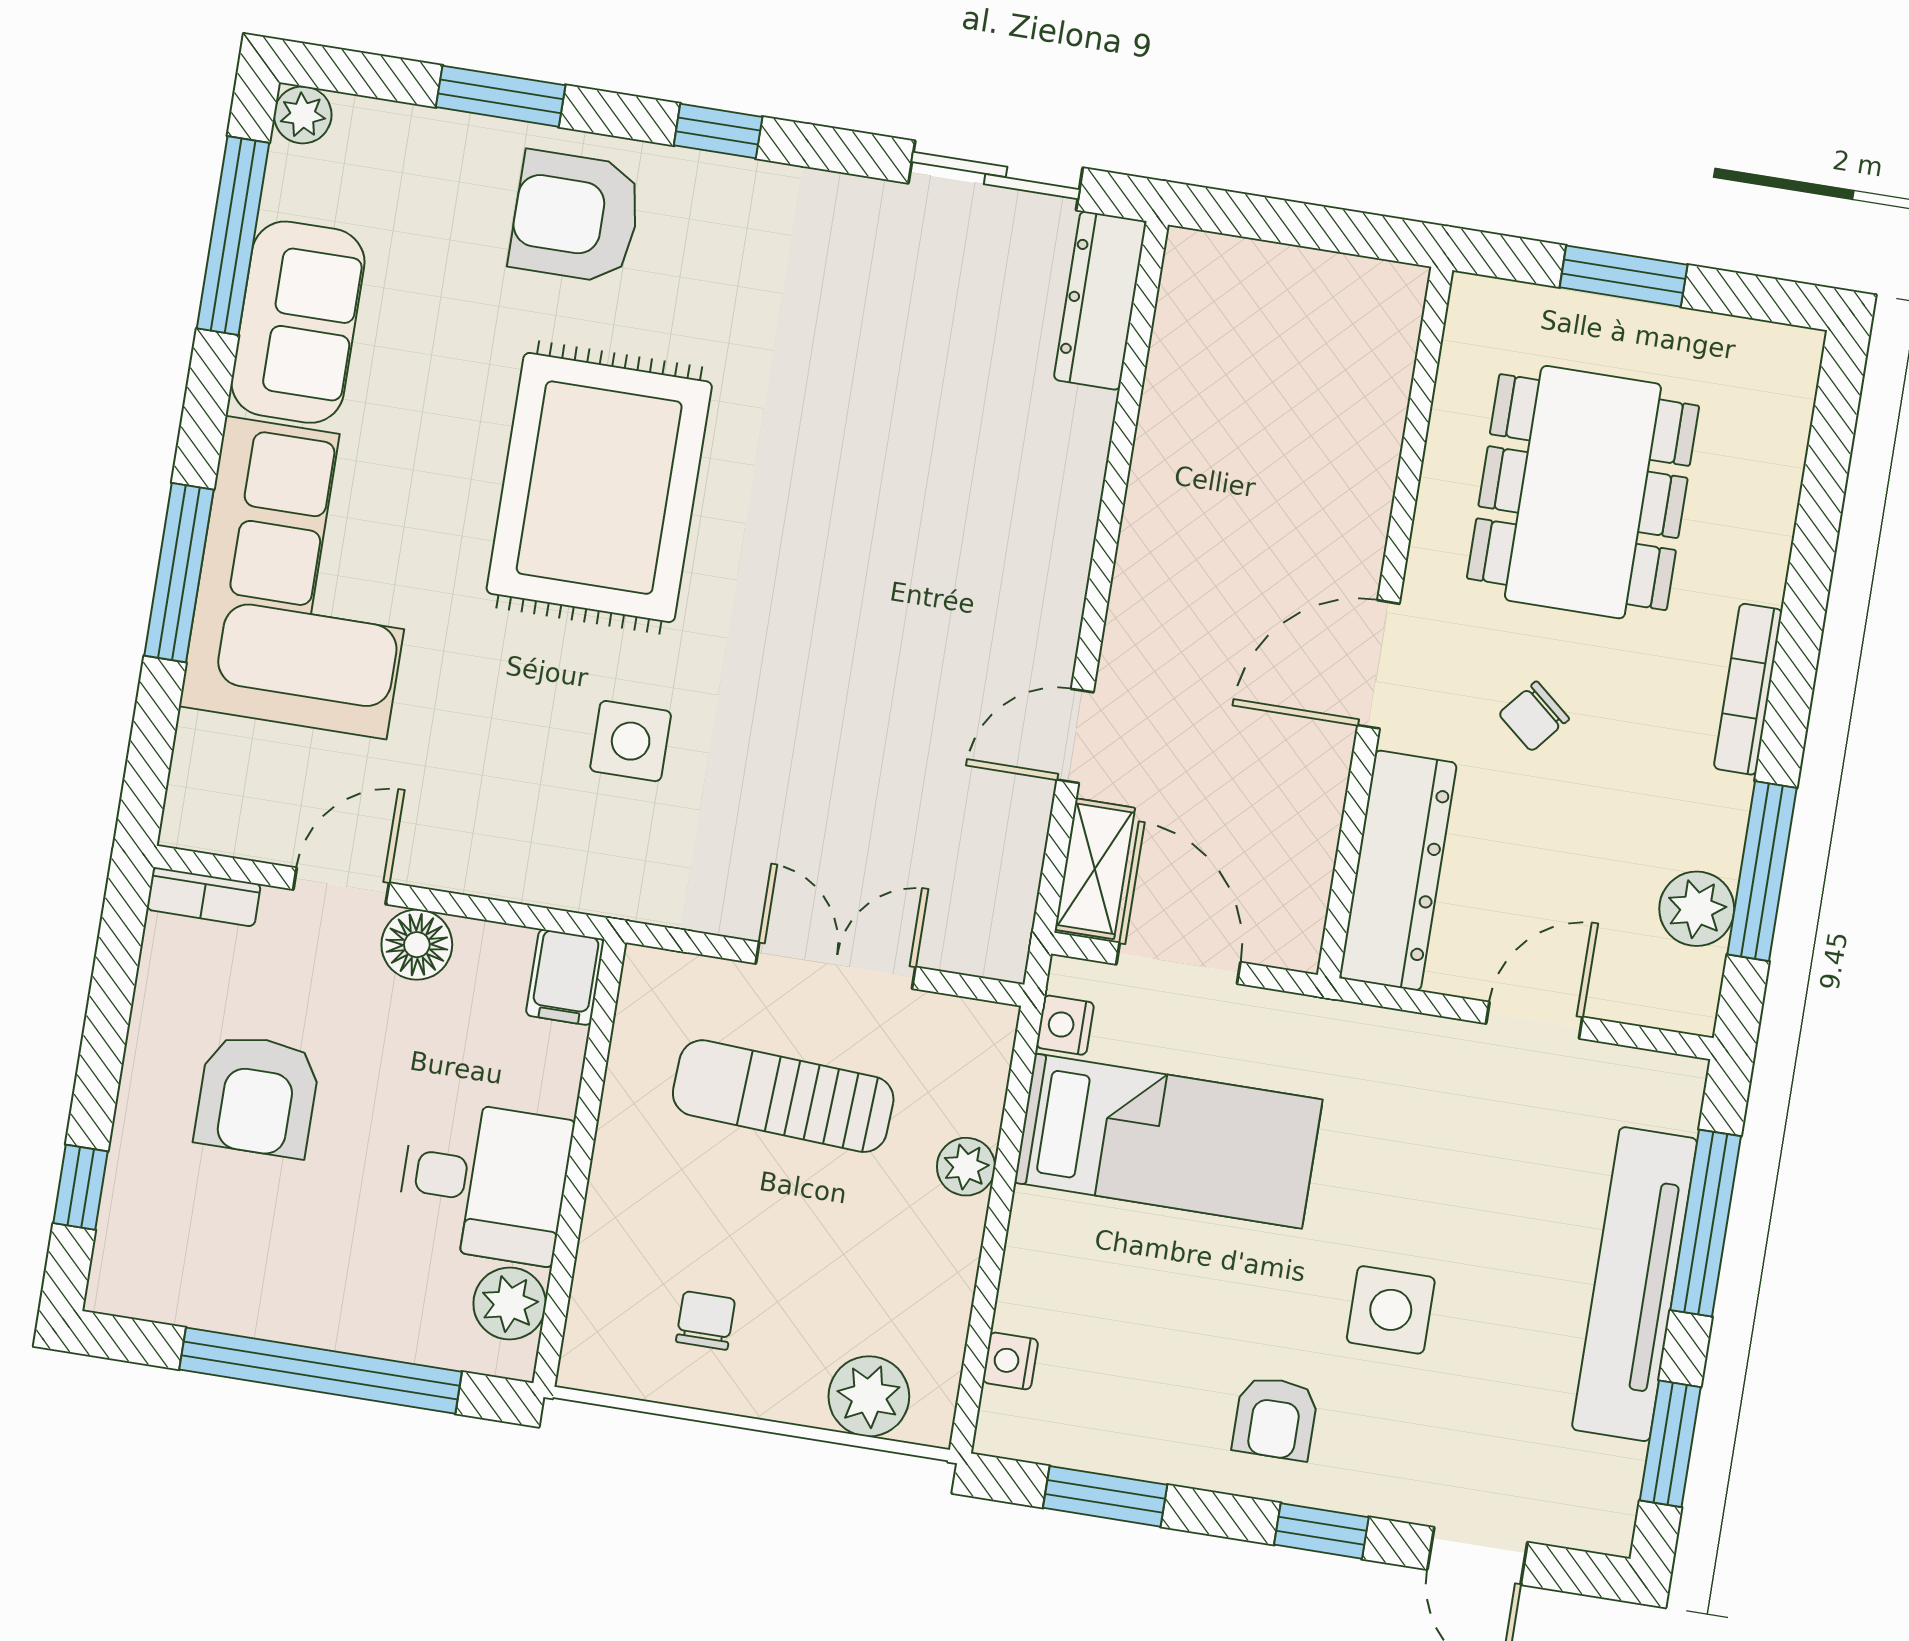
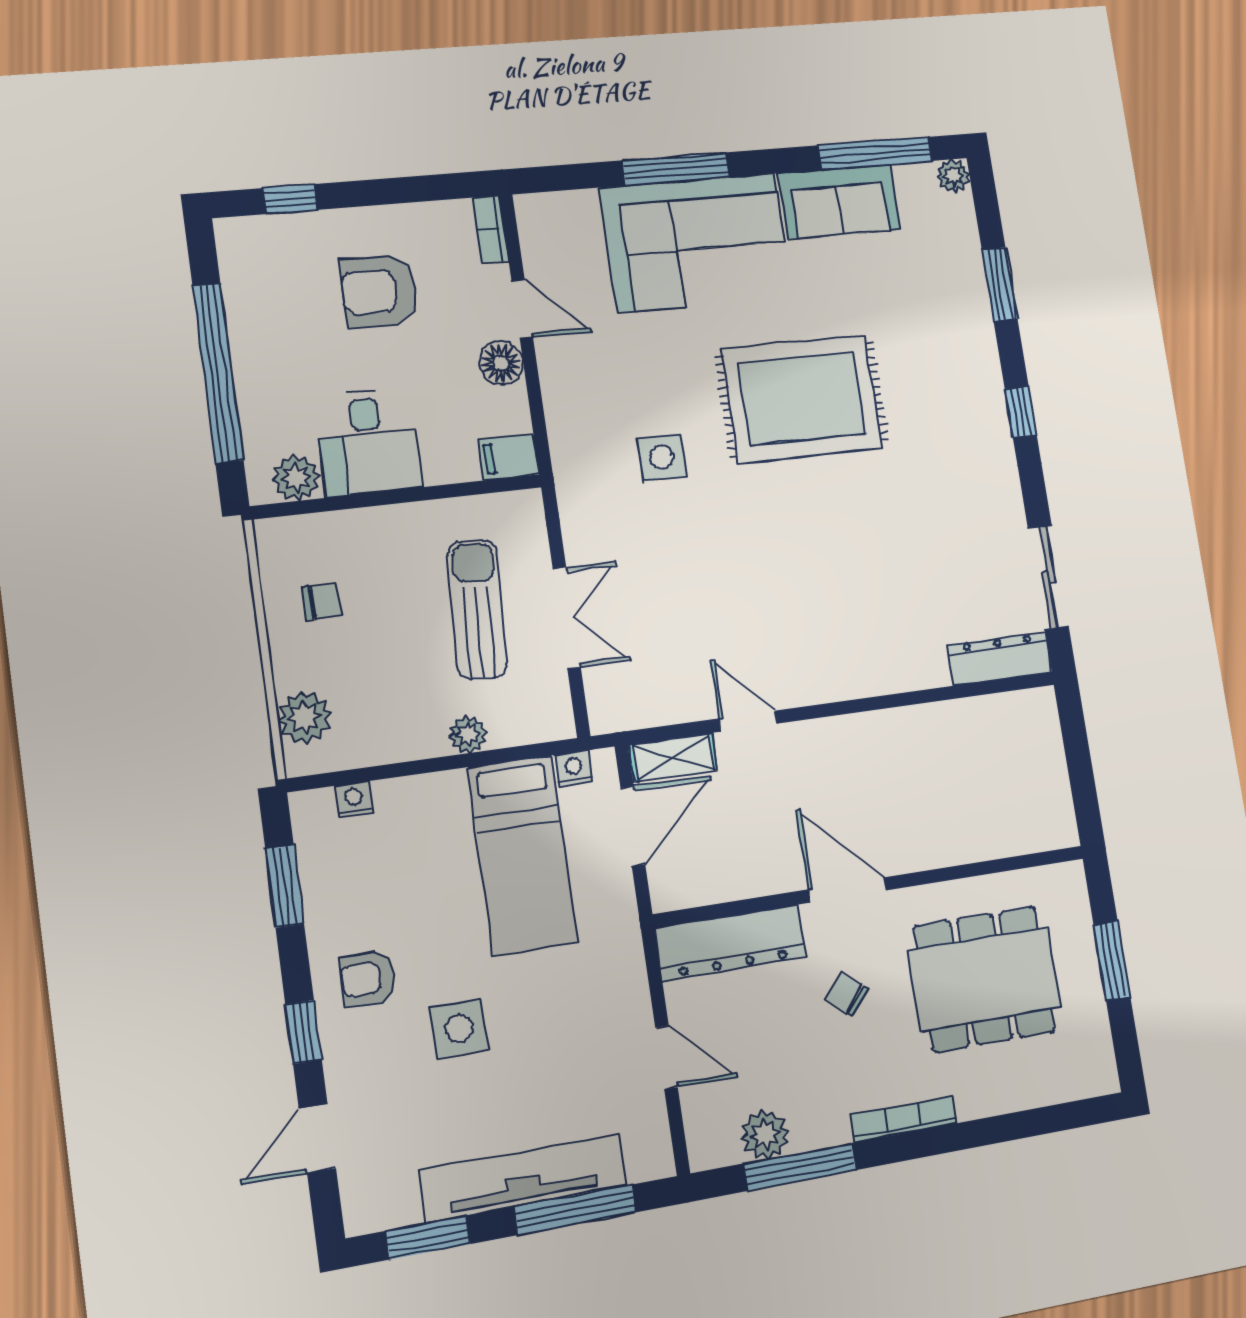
armchair: (576, 217) -> (948, 344), removed

